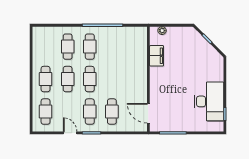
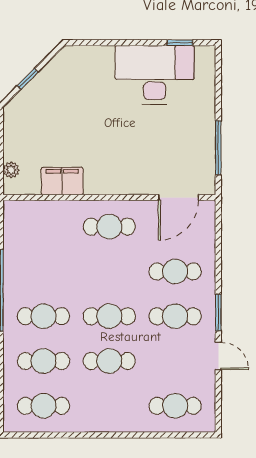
cafe table: (46, 79) -> (43, 406), moved
cafe table: (134, 79) -> (109, 227), added
door: (70, 133) -> (218, 356), swing flipped

